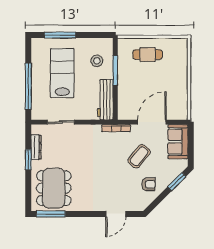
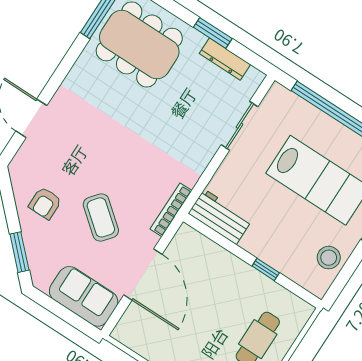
stool: (97, 61) -> (329, 258), moved
window: (115, 71) -> (266, 269), width x0.46
workbench: (105, 100) -> (220, 217), width x0.73

